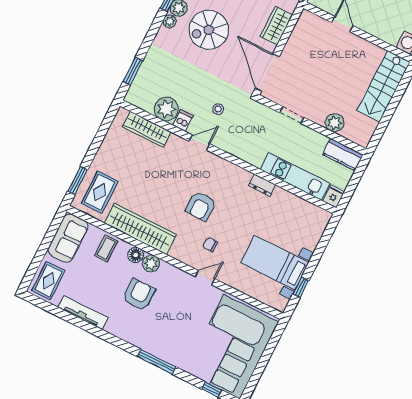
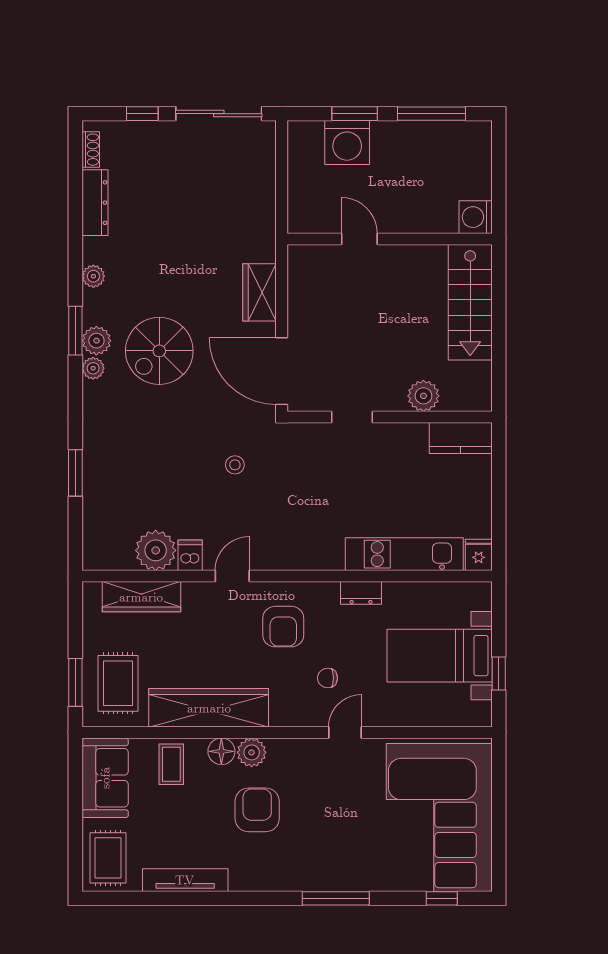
plant: (166, 109) -> (156, 550), moved
dishwasher: (183, 121) -> (190, 555), moved
wardrobe: (147, 129) -> (141, 597), moved
door: (199, 142) -> (232, 576), moved
wall: (228, 157) -> (287, 576), moved
kitchen unit: (295, 176) -> (404, 554), moved
dresser: (262, 185) -> (361, 593), moved
fridge: (334, 196) -> (479, 555), moved

